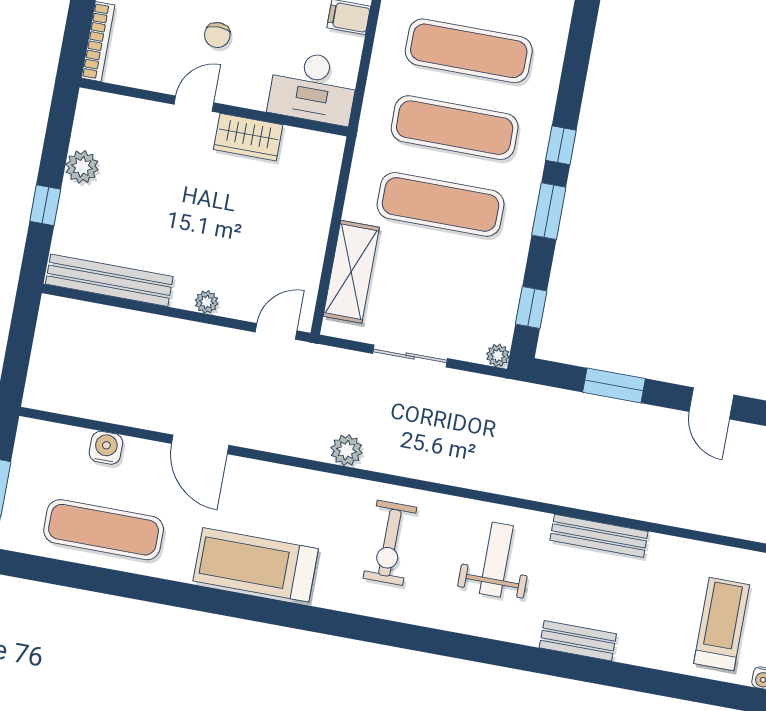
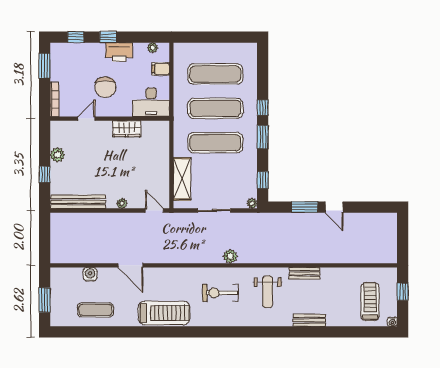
chair: (217, 35) -> (105, 87), width x1.87, depth x1.87
door: (194, 104) -> (86, 119), moved
door: (276, 331) -> (154, 211), hinge flipped
door: (711, 403) -> (334, 207), moved
plant: (346, 450) -> (230, 256), moved
exercise mat: (104, 530) -> (95, 310), width x0.73, depth x0.69
bench: (599, 536) -> (305, 273), width x0.73
exercise bike: (390, 543) -> (220, 293), turned 90
weight bench: (496, 560) -> (268, 292), turned 180
treadmill: (256, 565) -> (164, 313), turned 180

